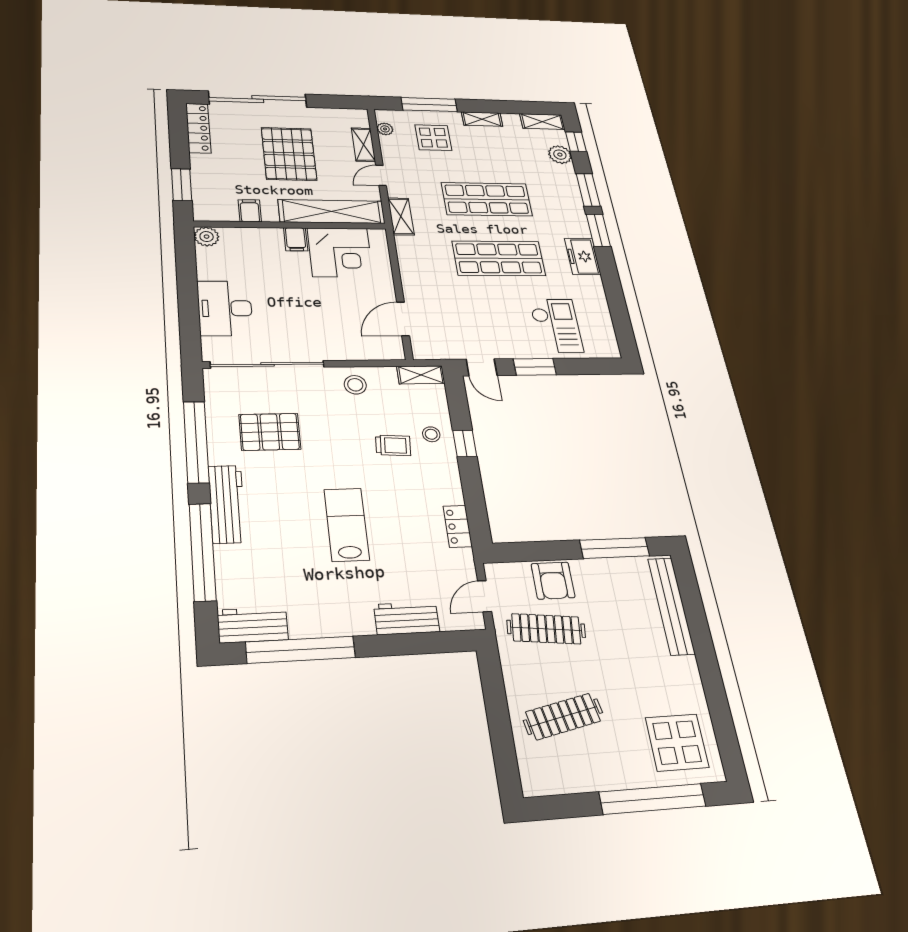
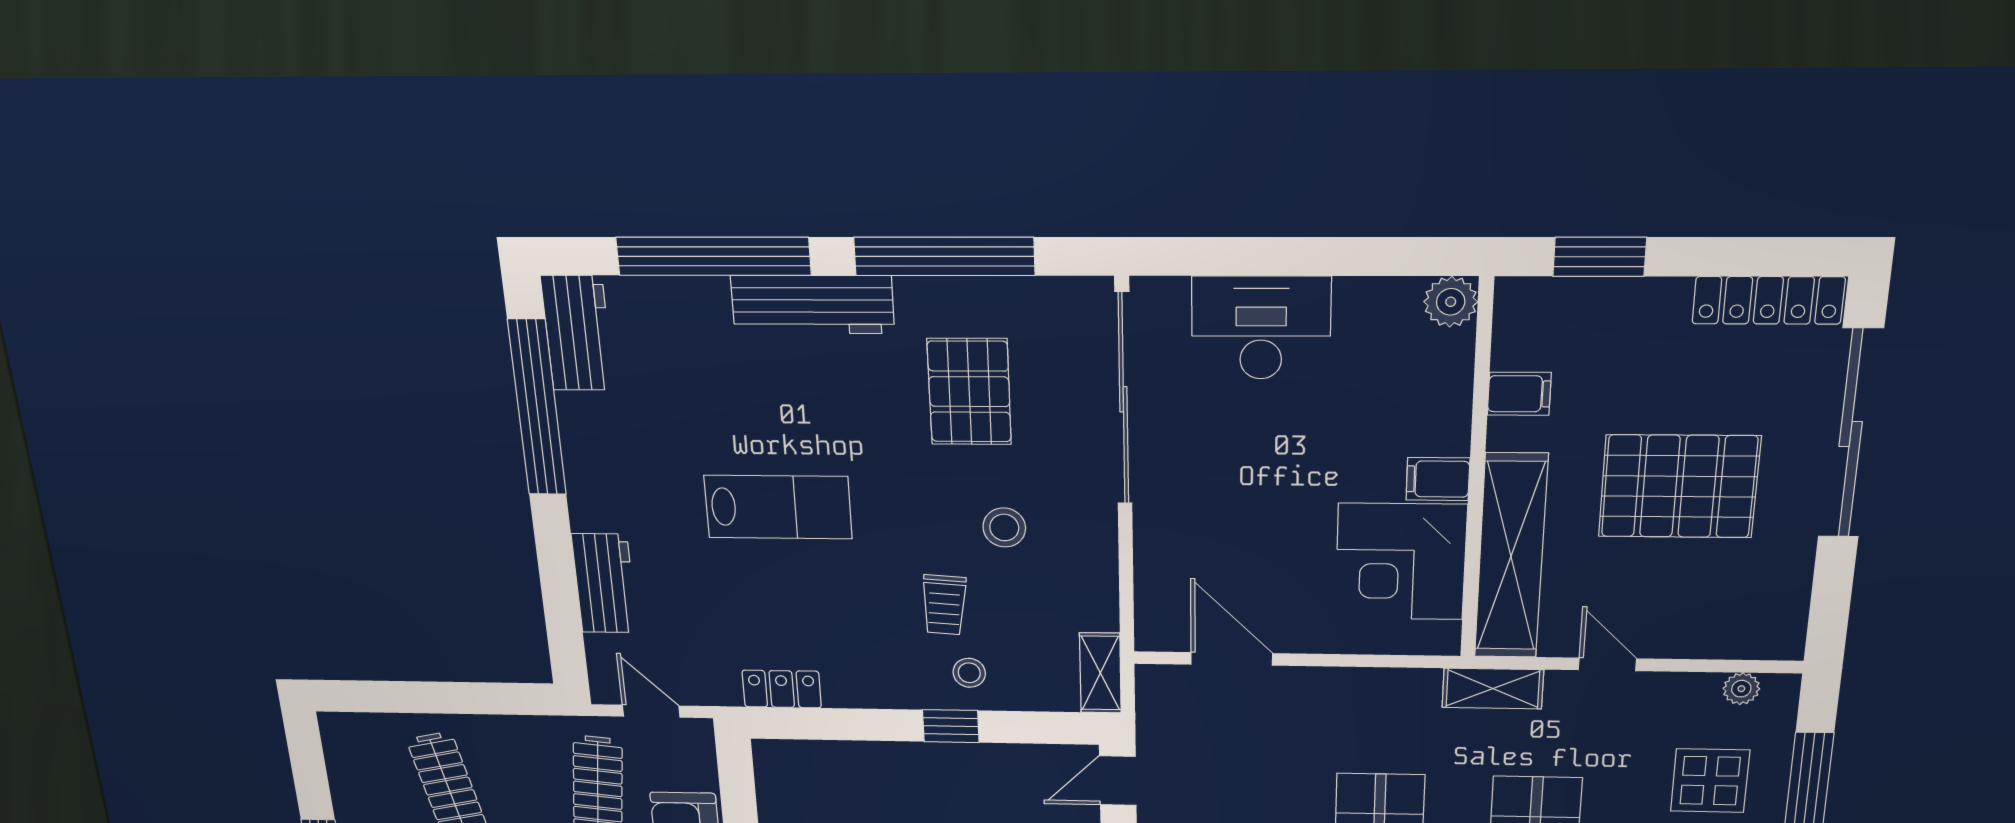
shelving: (363, 145) -> (1698, 640), removed
stool: (355, 385) -> (1004, 527), moved

